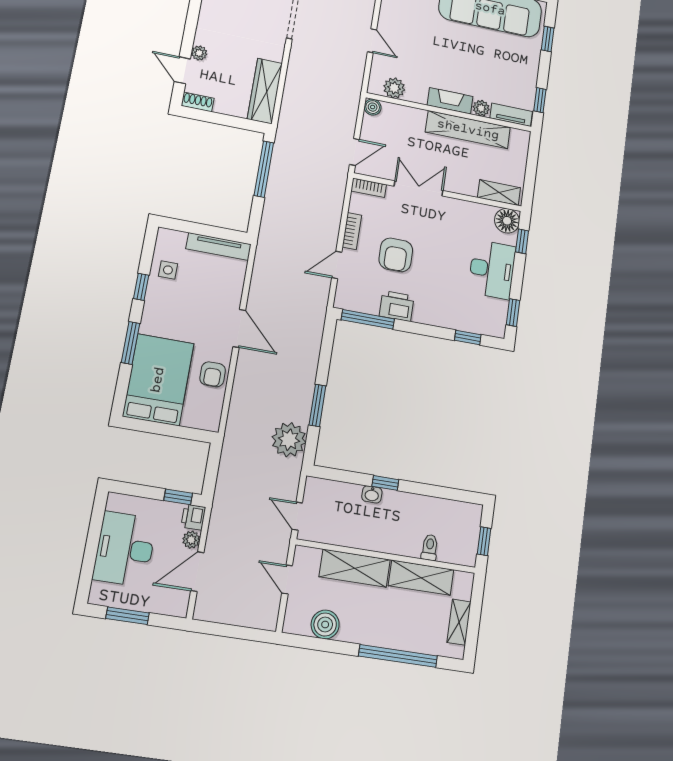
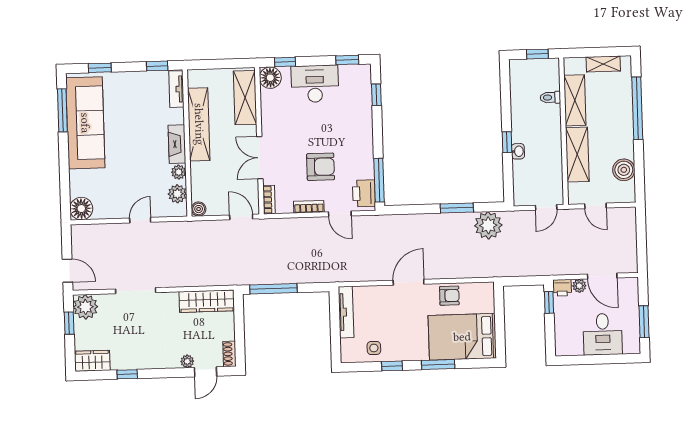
plant: (481, 108) -> (179, 172), moved
shelving: (499, 193) -> (245, 98), width x1.50, depth x1.33
printer: (397, 306) -> (364, 193), moved
desk: (125, 549) -> (603, 334), width x0.73
door: (287, 579) -> (595, 206), hinge flipped

